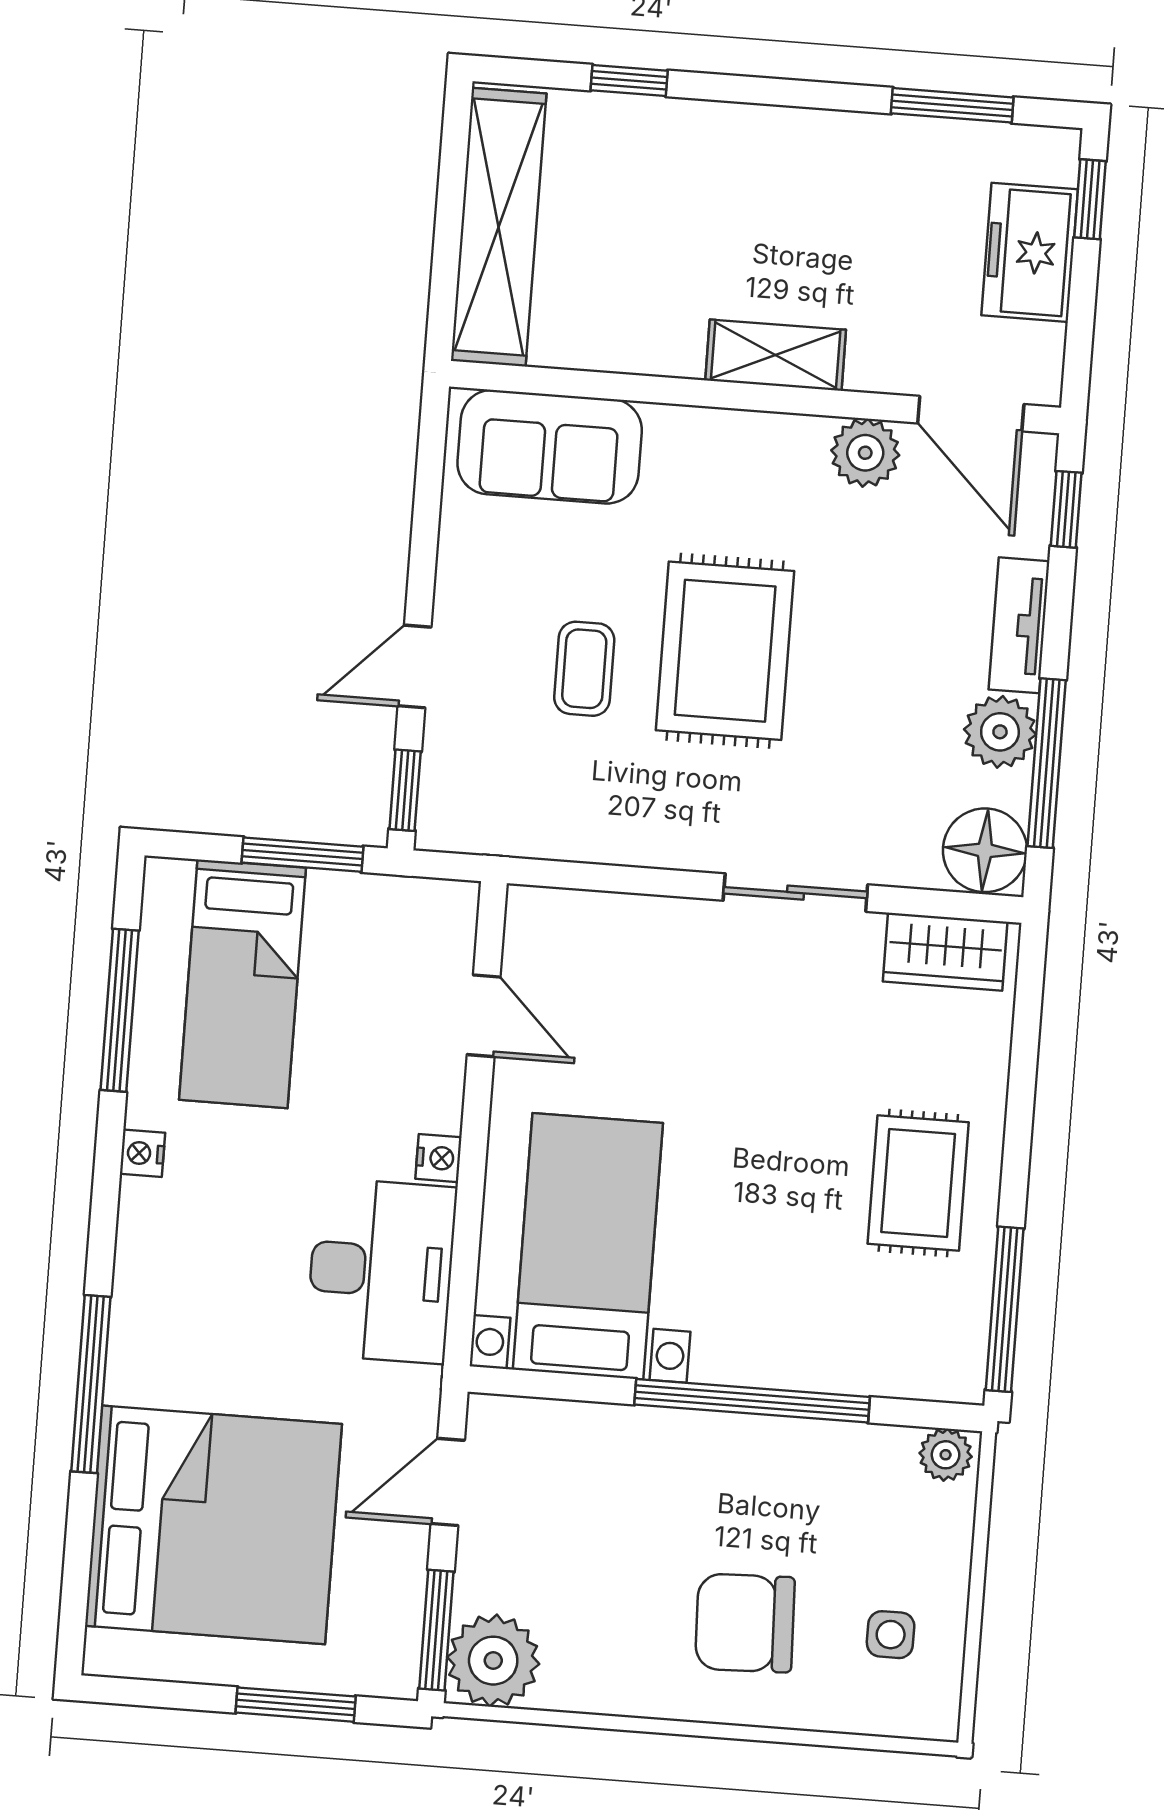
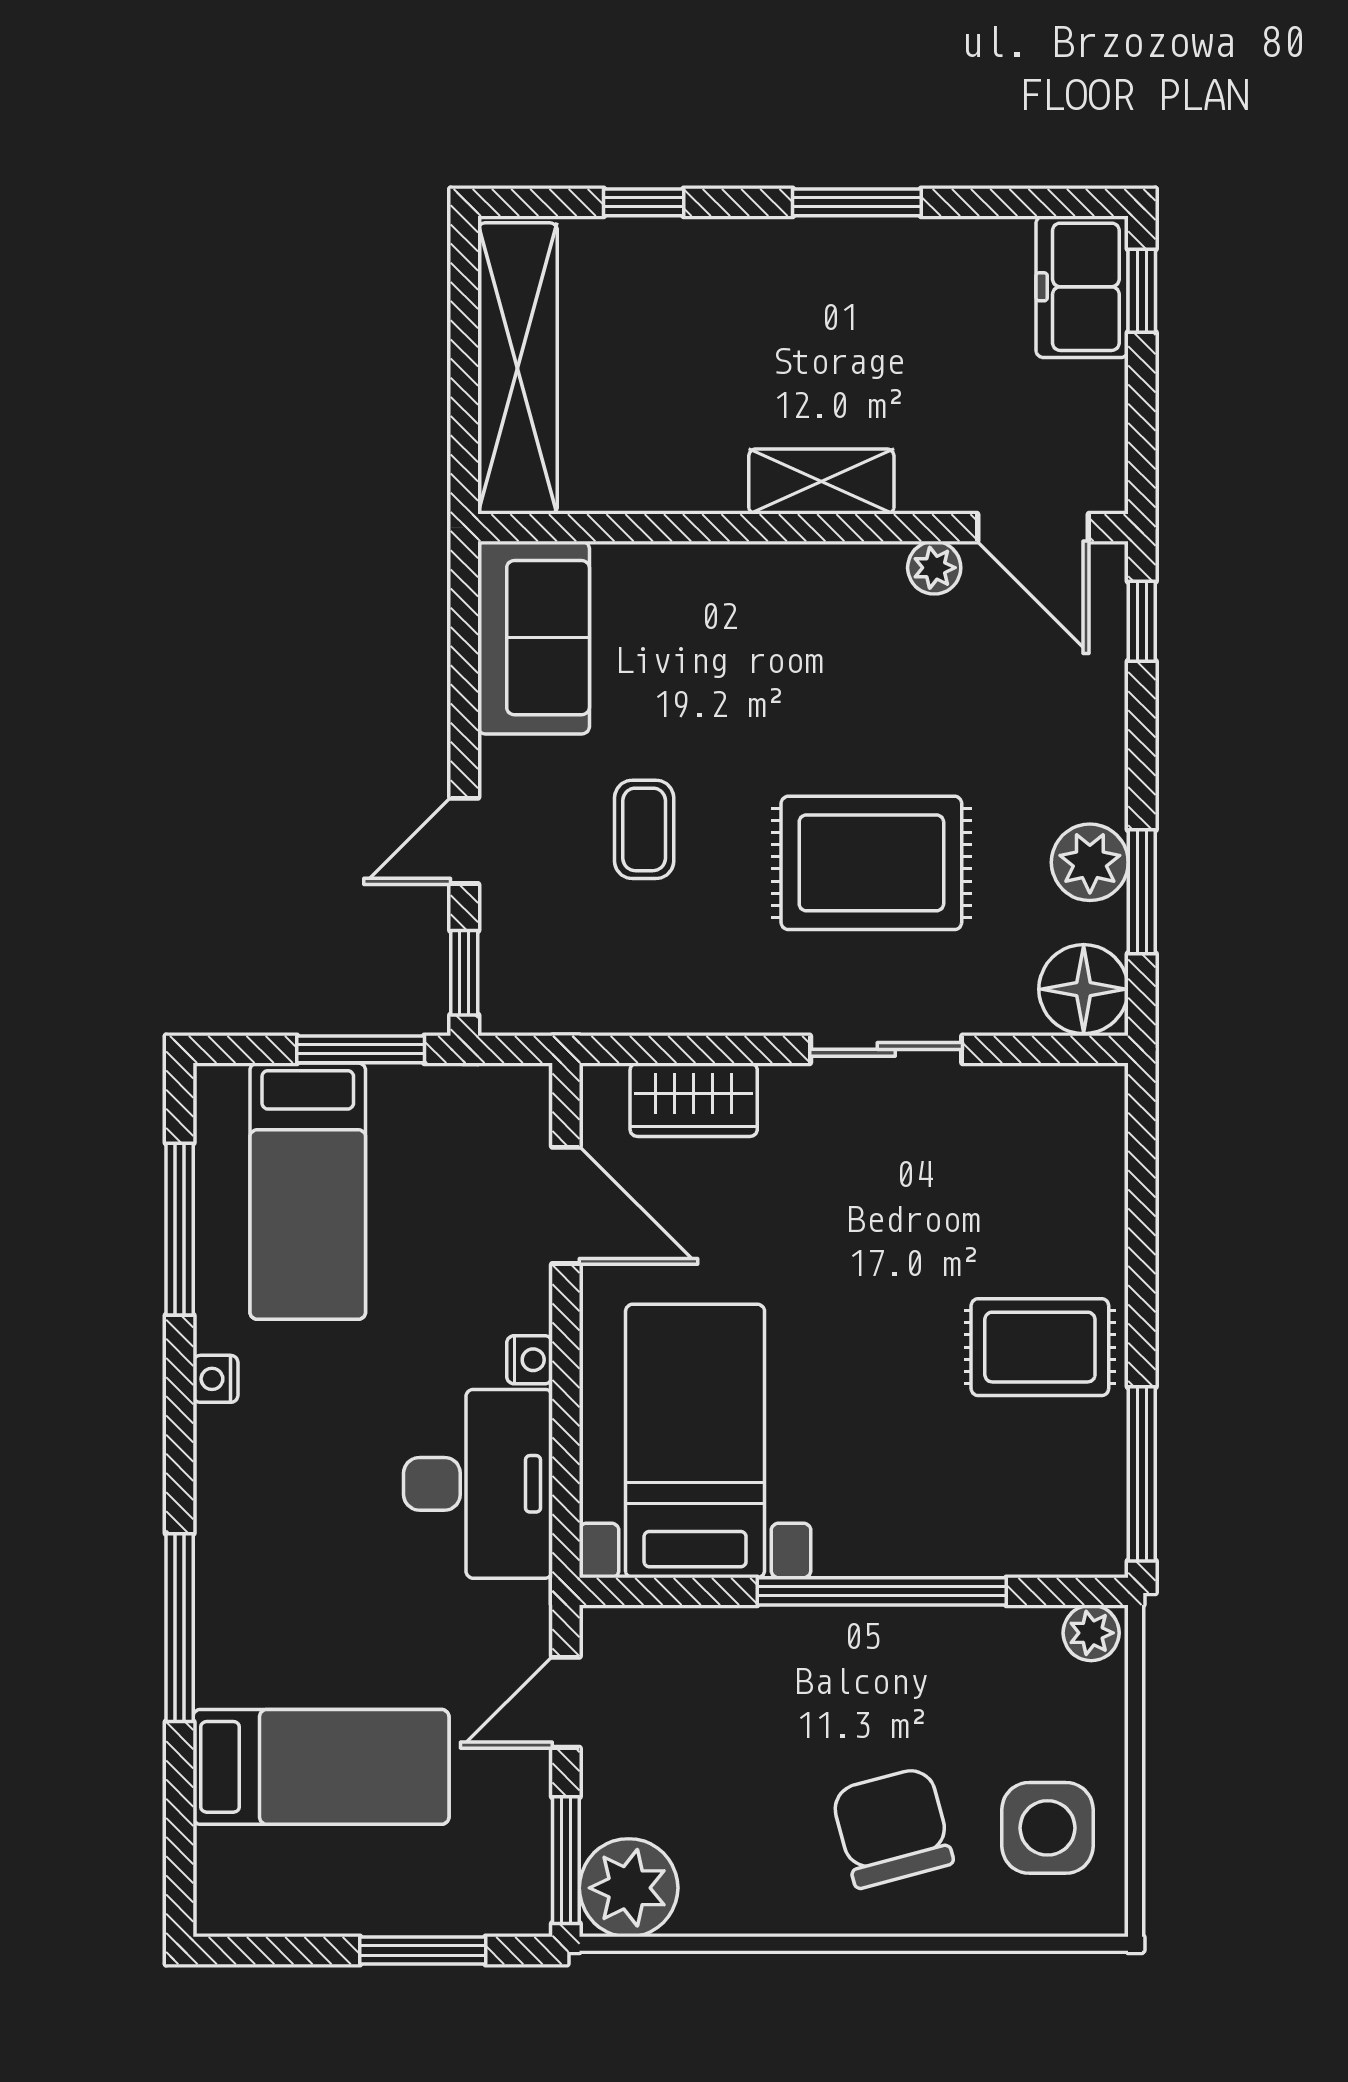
window: (952, 105) -> (857, 202), moved
freezer: (1030, 252) -> (1082, 287), moved
sofa: (550, 447) -> (534, 638), moved, turned -90
plant: (865, 453) -> (934, 568), width x0.73, depth x0.73
tv unit: (1019, 625) -> (1101, 748), removed
rug: (725, 651) -> (871, 863), moved, turned 90
window: (1047, 763) -> (1142, 892), width x0.69
wardrobe: (945, 952) -> (694, 1100), moved
door: (484, 1016) -> (566, 1205), width x1.38
rug: (918, 1183) -> (1040, 1347), turned 90
bed: (213, 1525) -> (321, 1767), width x0.49
chair: (745, 1623) -> (892, 1827), turned 77
side table: (891, 1635) -> (1047, 1828), width x1.87, depth x1.87

